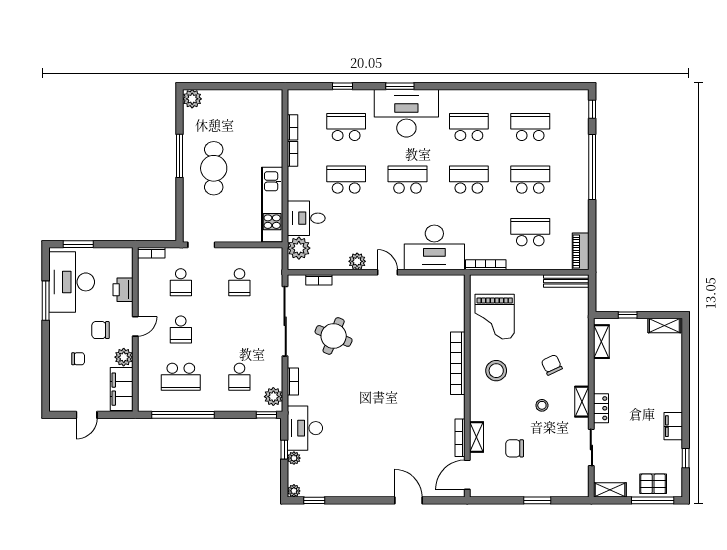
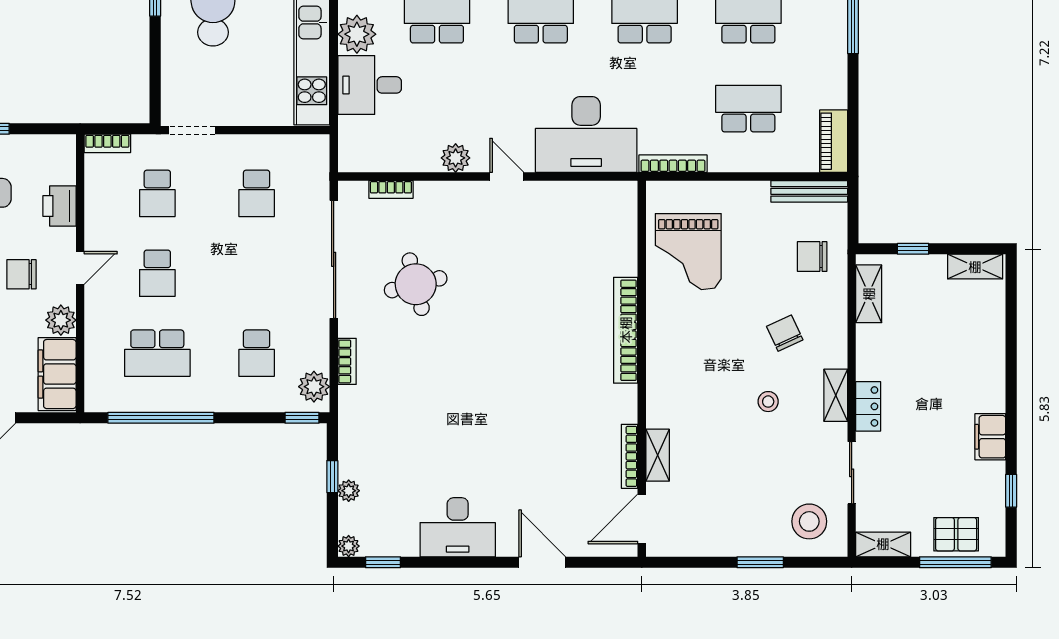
plant: (299, 248) -> (357, 34), moved
round table: (334, 336) -> (416, 284), turned -36
stool: (496, 371) -> (809, 521), moved
desk: (305, 428) -> (458, 527), moved, turned -90
chair: (515, 448) -> (812, 256), moved

